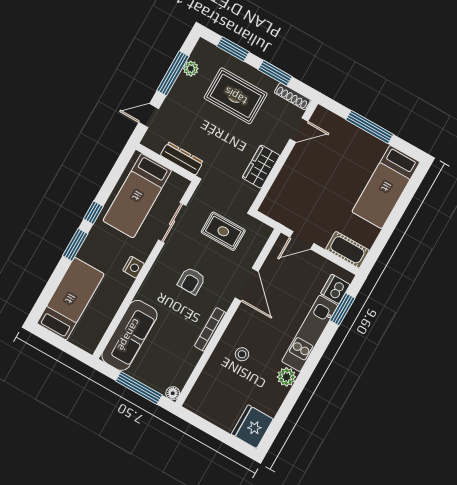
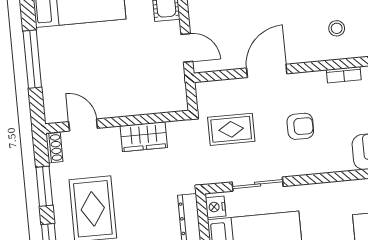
shoe rack: (292, 96) -> (54, 148), width x0.70
rug: (223, 231) -> (231, 129), turned 90
nightstand: (133, 267) -> (216, 207), moved, turned -90
bookcase: (210, 329) -> (344, 75), width x0.64

